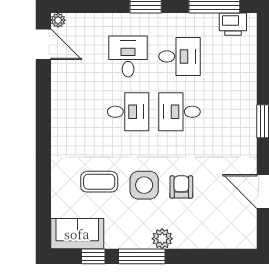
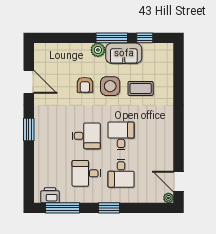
desk: (128, 112) -> (121, 136), turned 90
sofa: (77, 234) -> (124, 53), moved

